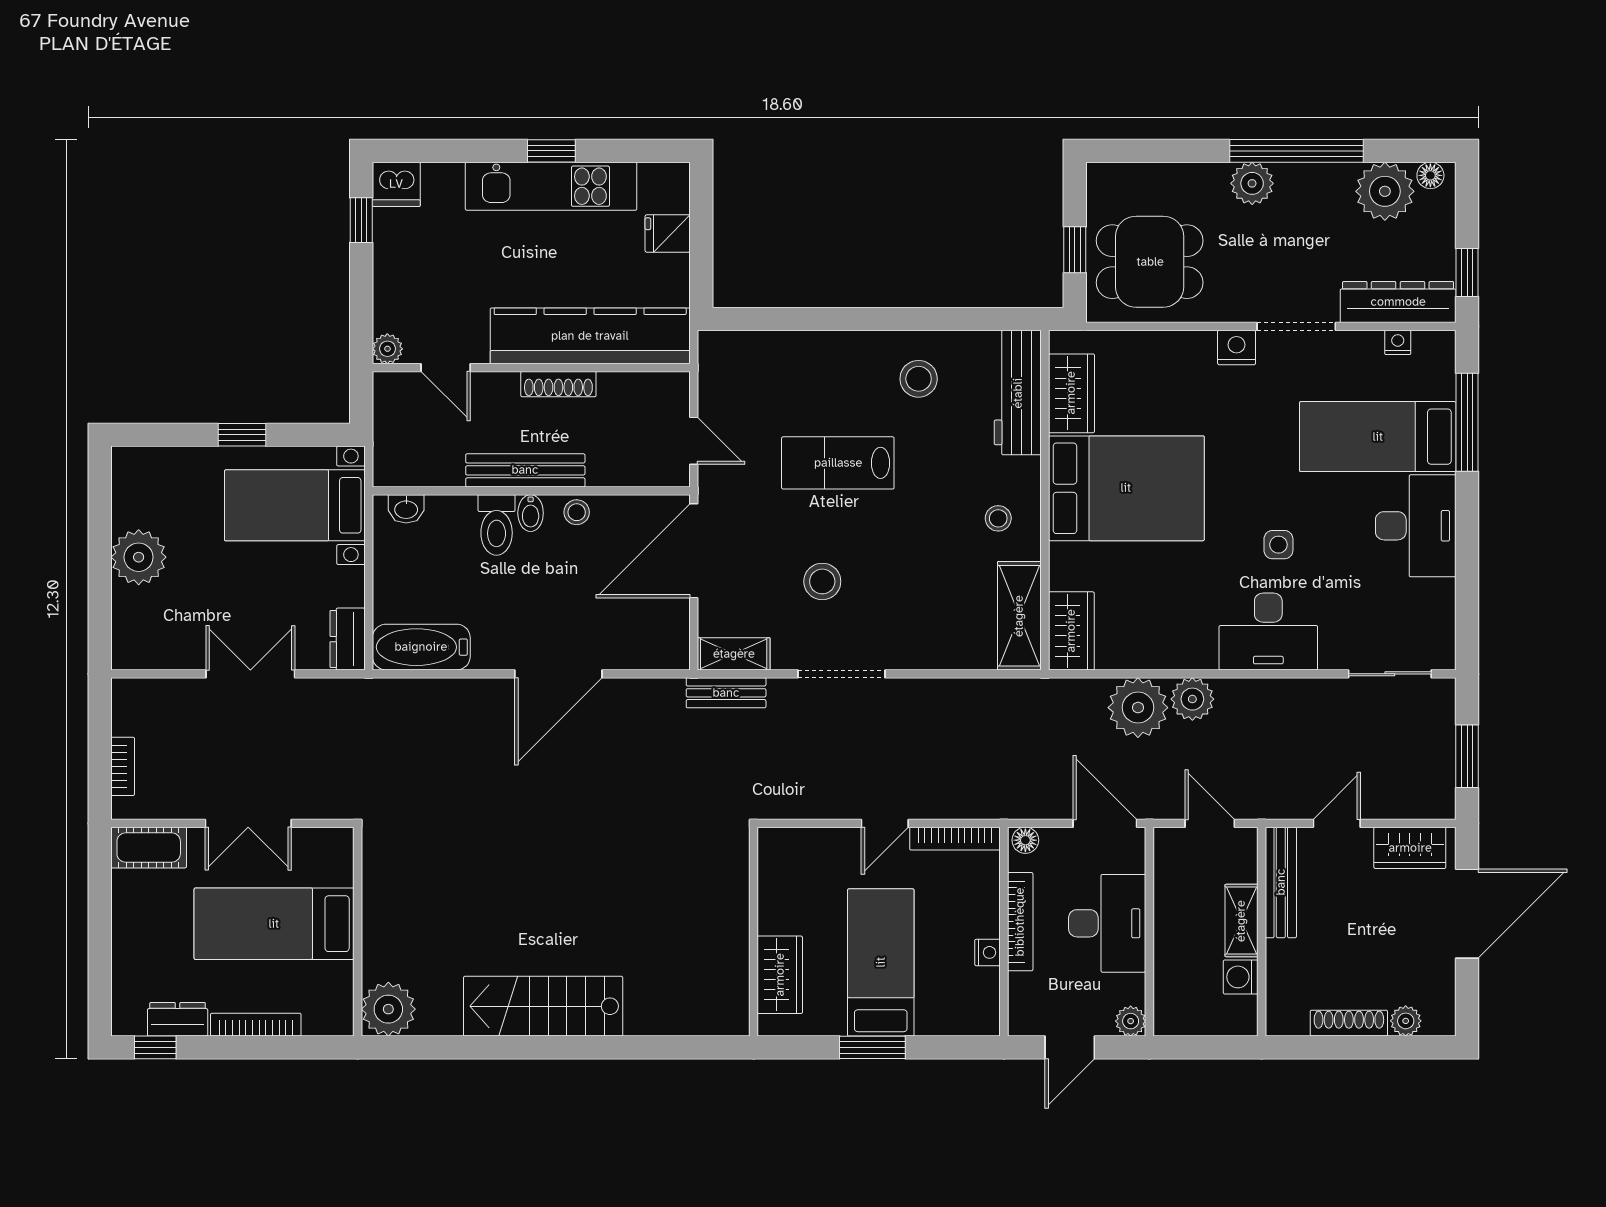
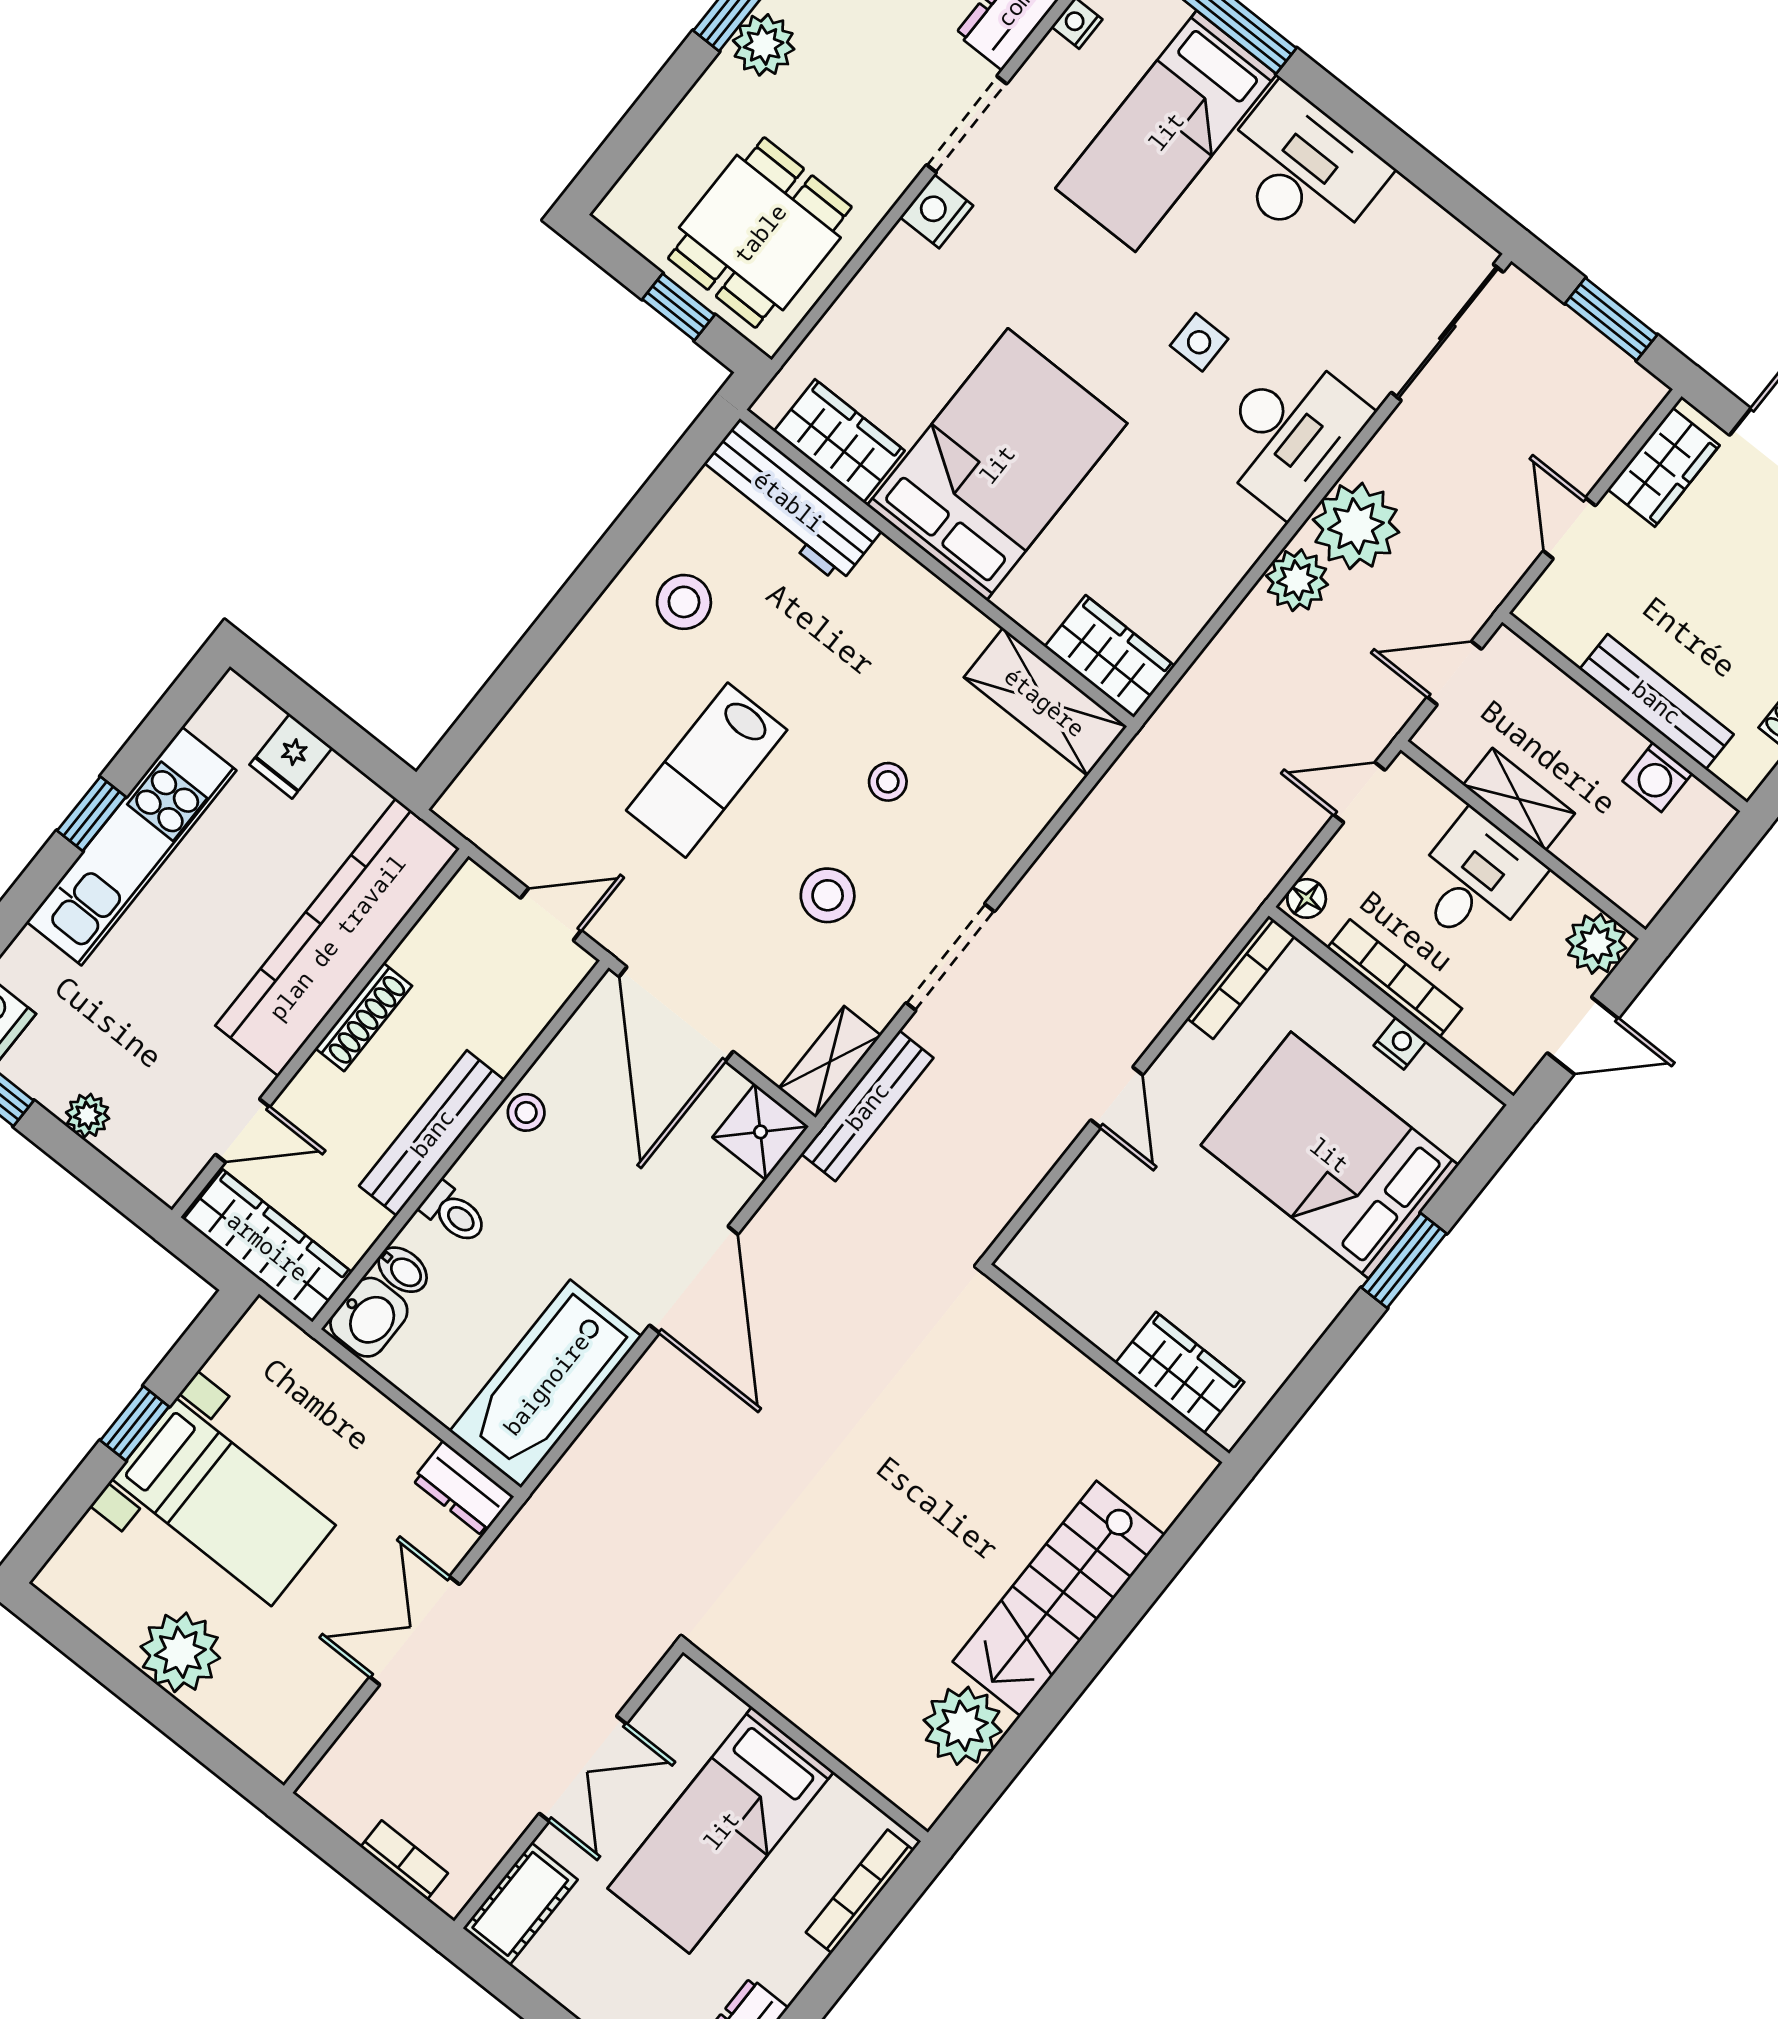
plant: (387, 349) -> (88, 1115), moved
wardrobe: (394, 430) -> (268, 1246), added
bed with nightstands: (295, 505) -> (224, 1502), moved, turned -90
washbasin: (406, 509) -> (369, 1317), width x1.38, depth x1.45
bidet: (531, 513) -> (403, 1270), moved
stool: (998, 518) -> (888, 782), moved
toilet: (497, 525) -> (454, 1213), width x0.73, depth x0.72
bathtub: (421, 647) -> (546, 1384), width x1.36, depth x1.36
shower: (666, 647) -> (760, 1132), added
sliding door: (1390, 674) -> (1447, 332), width x1.37
bench: (726, 693) -> (867, 1106), width x1.36
plant: (1138, 708) -> (1356, 526), moved
door: (885, 823) -> (1117, 1097), moved
door: (1105, 823) -> (1359, 792), width x0.73
bench: (1281, 882) -> (1657, 702), moved
shelving: (1241, 921) -> (1519, 799), moved
desk: (1107, 923) -> (1475, 880), width x0.73
wall: (754, 932) -> (1107, 1363), moved
bed: (881, 962) -> (1330, 1155), width x1.50
wardrobe: (780, 975) -> (1180, 1373), moved
plant: (388, 1009) -> (963, 1726), moved
plant: (1131, 1021) -> (1596, 944), width x1.38, depth x1.38
bookcase: (256, 1025) -> (860, 1891), moved
door: (1070, 1047) -> (1583, 1036), hinge flipped

